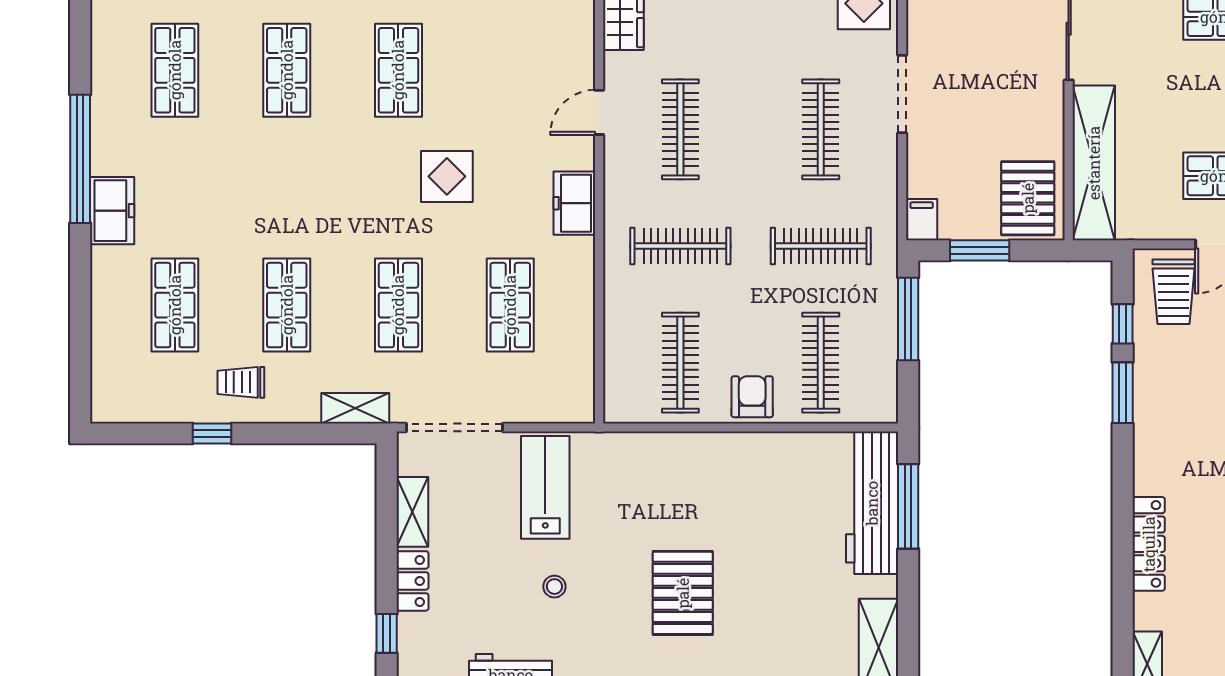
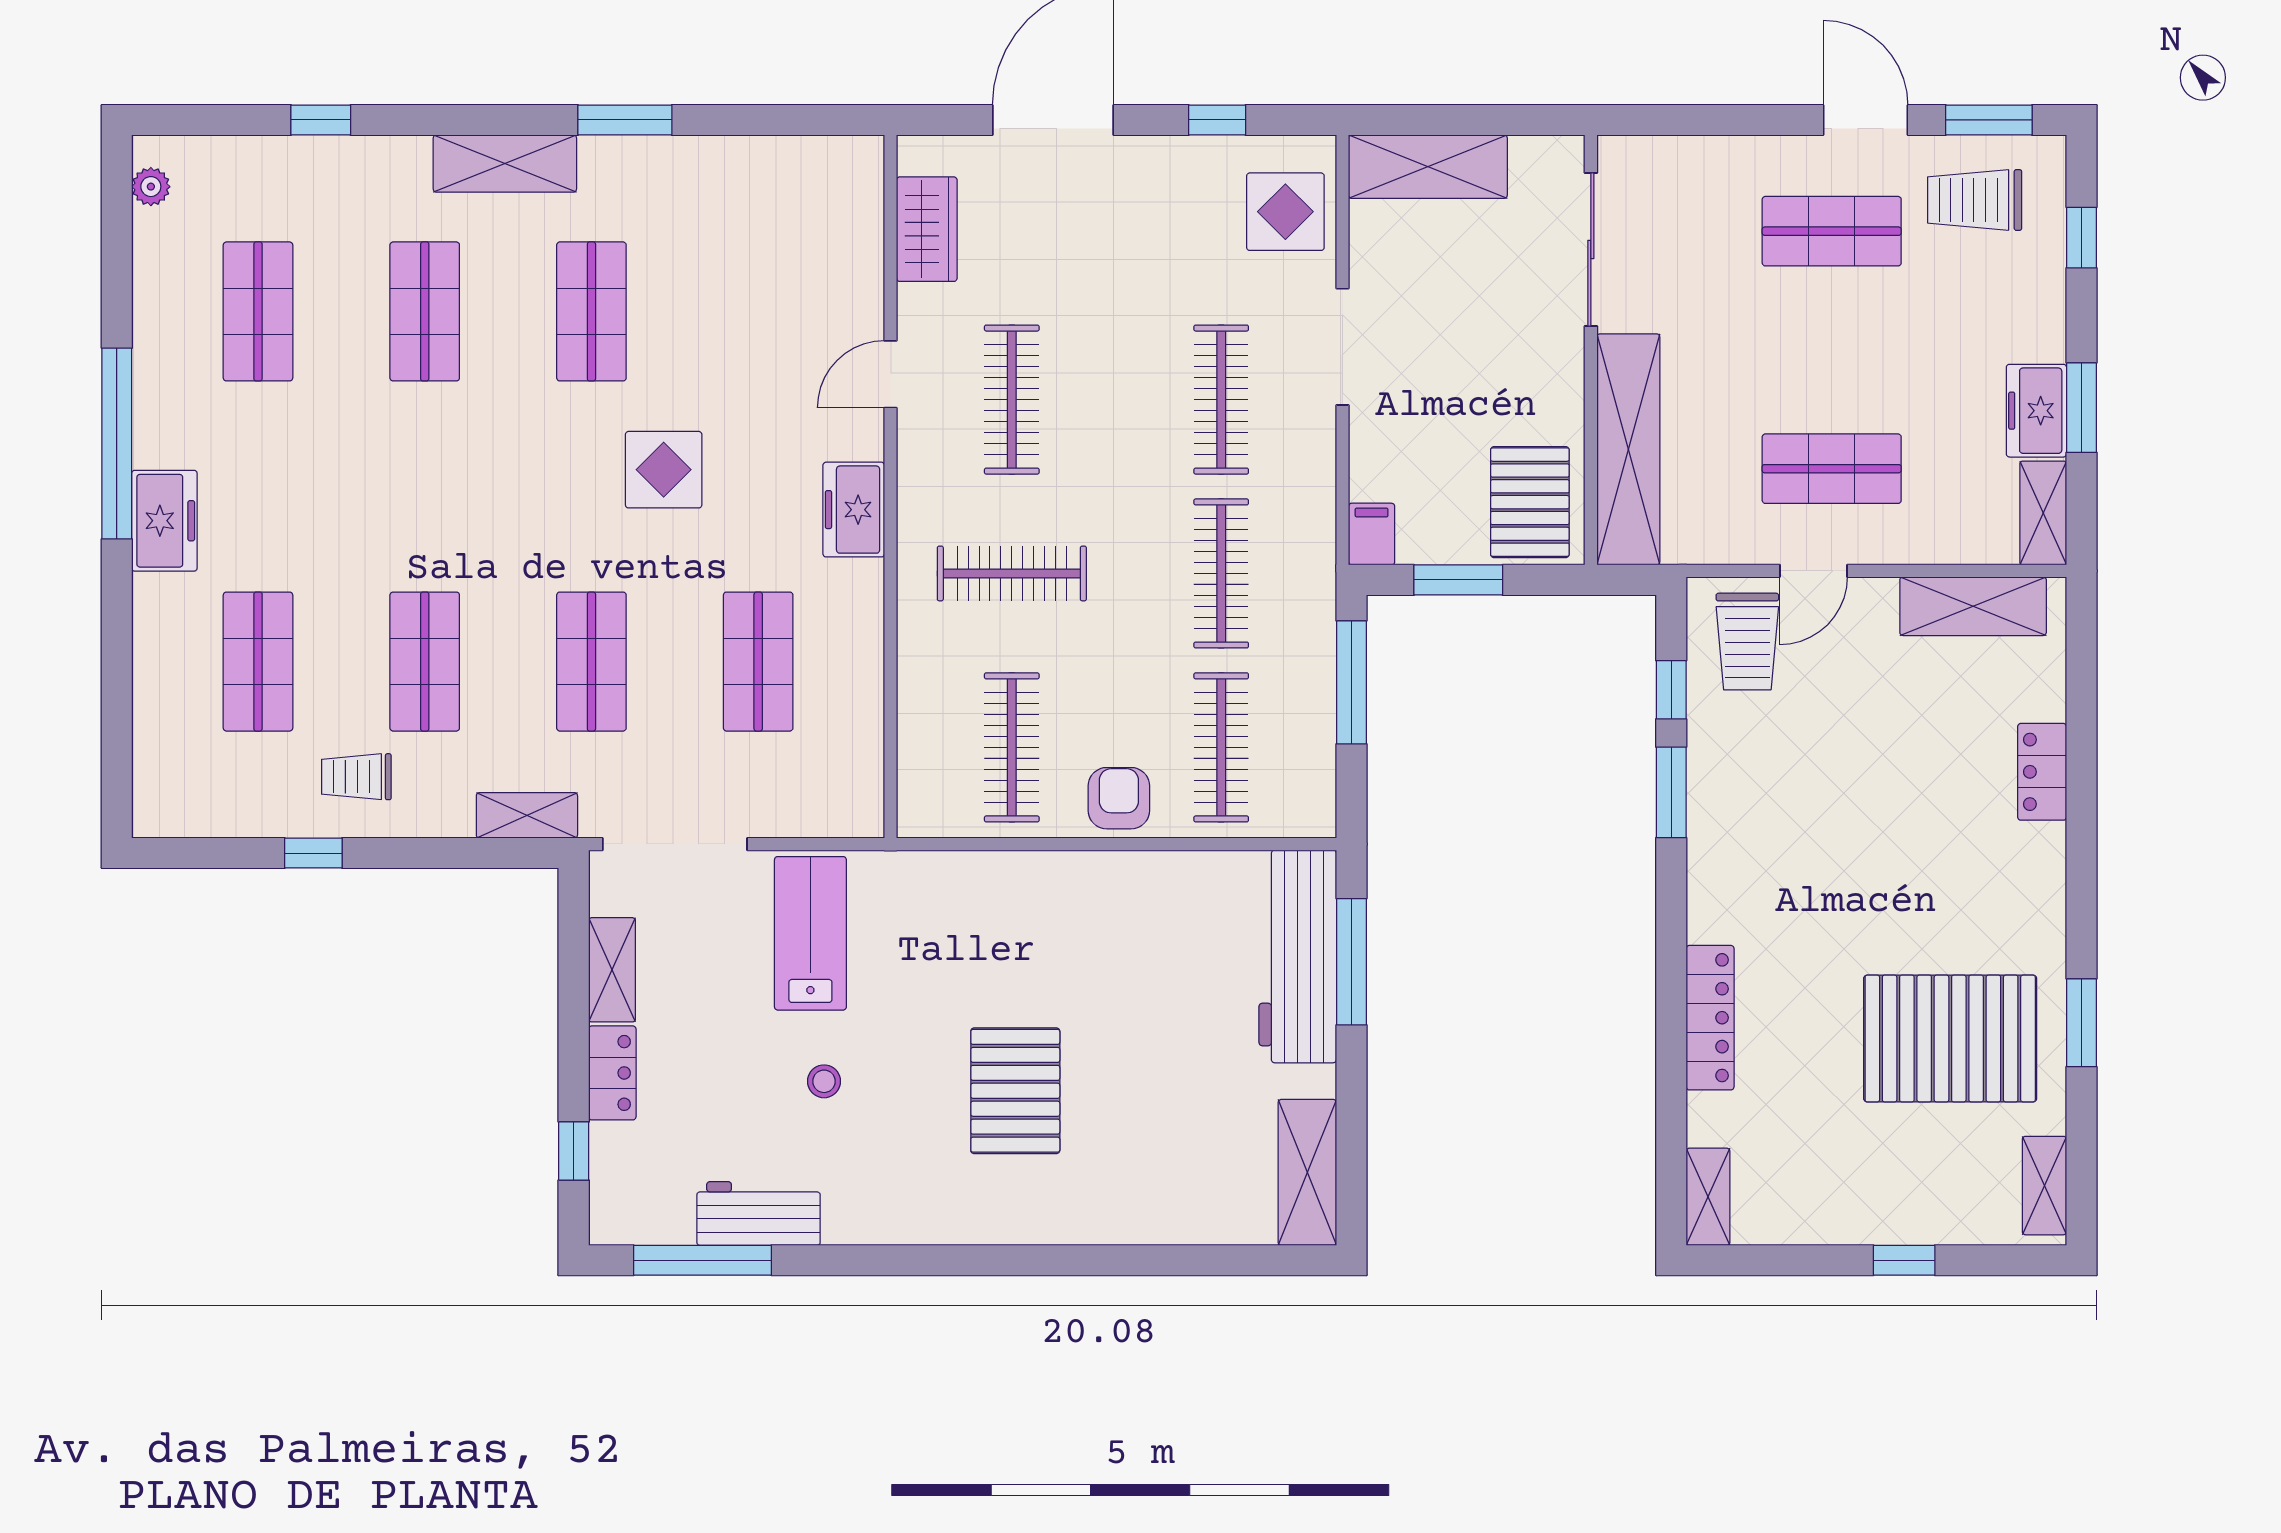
clothes rail: (821, 246) -> (1221, 573), turned 90

